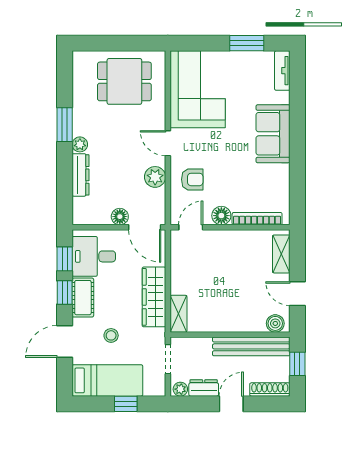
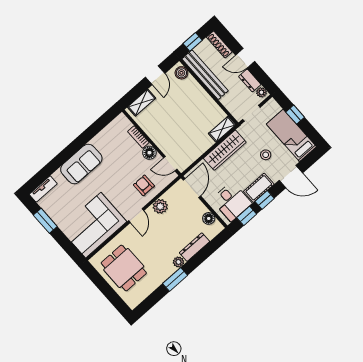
floor lamp: (120, 217) -> (209, 218), moved
bookcase: (257, 219) -> (138, 137), width x0.64

